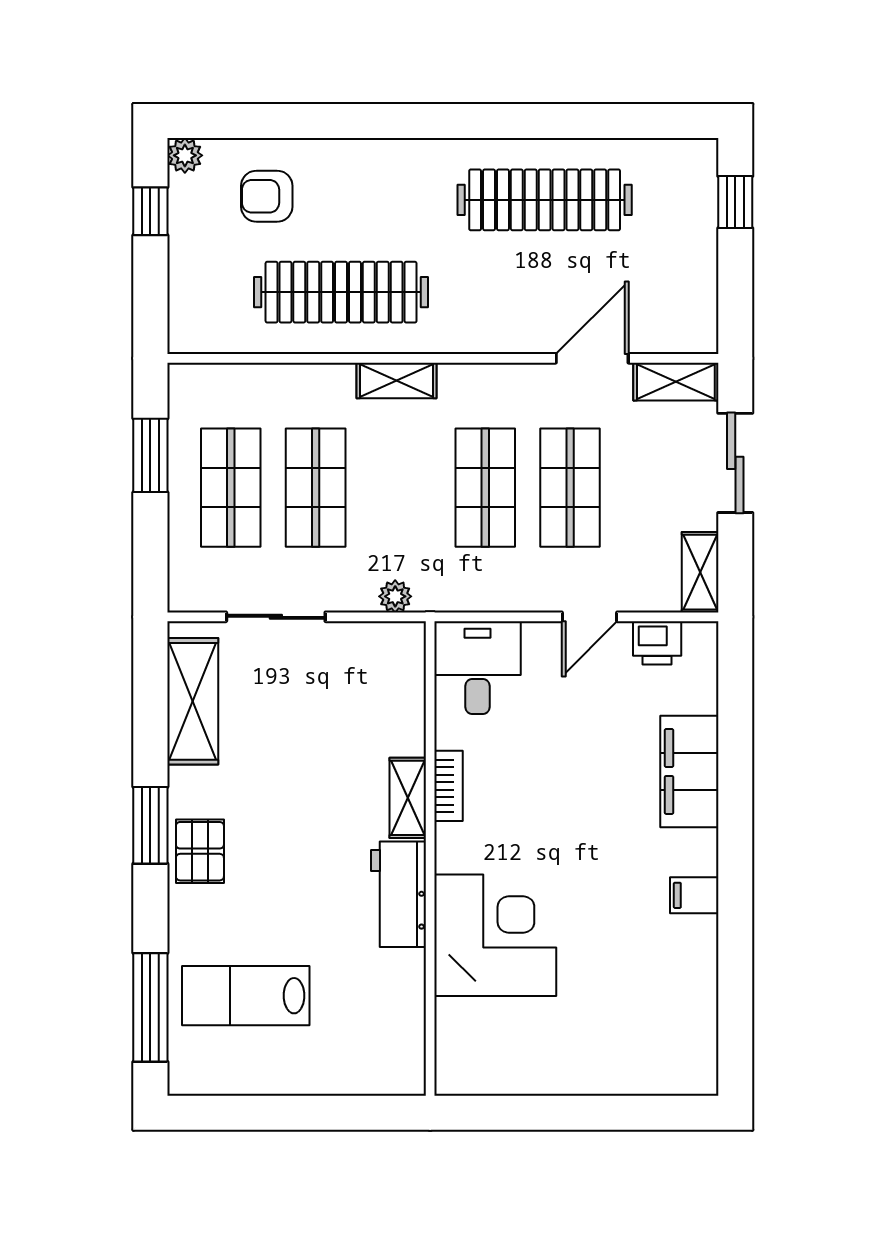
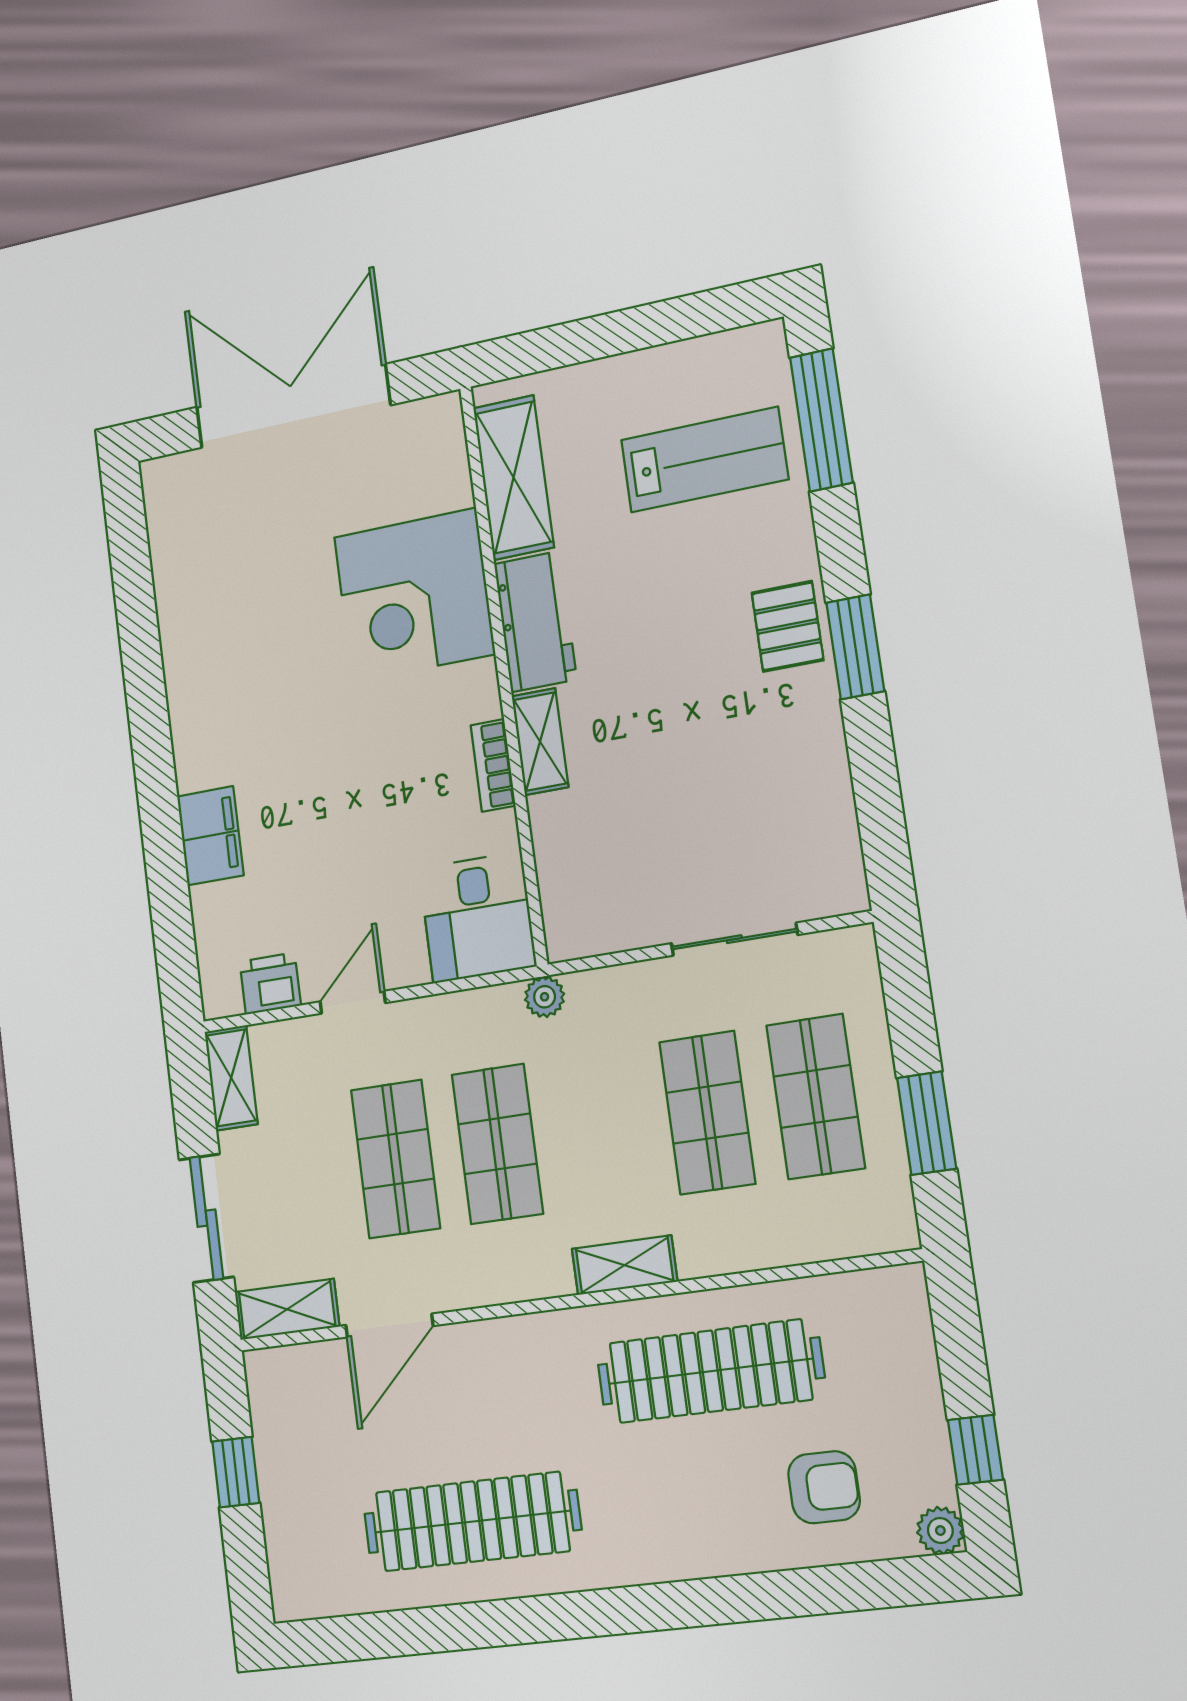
window: (735, 202) -> (236, 1472), moved
plant: (395, 596) -> (545, 997), moved
shelving: (193, 701) -> (514, 477), moved
filing cabinet: (689, 771) -> (210, 836), width x0.67, depth x0.86
filing cabinet: (694, 895) -> (192, 689), removed
double door: (578, 1113) -> (293, 406), added

